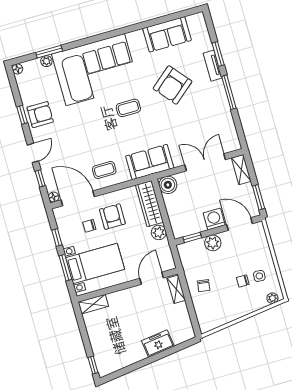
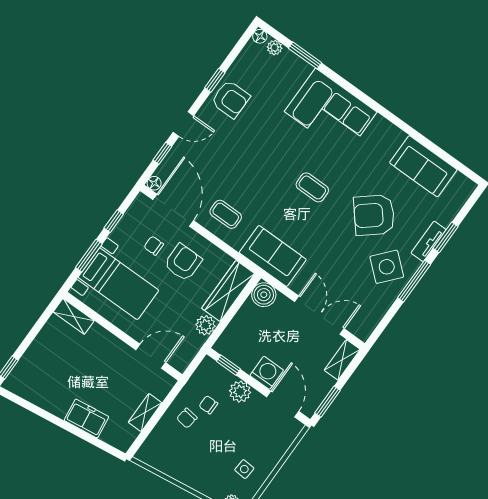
plant: (46, 61) -> (275, 48), moved
corner sofa: (95, 70) -> (331, 112), width x0.73, depth x0.74
side table: (208, 101) -> (387, 267), added
chair: (243, 281) -> (208, 405), moved
shelving: (176, 289) -> (145, 413), moved

